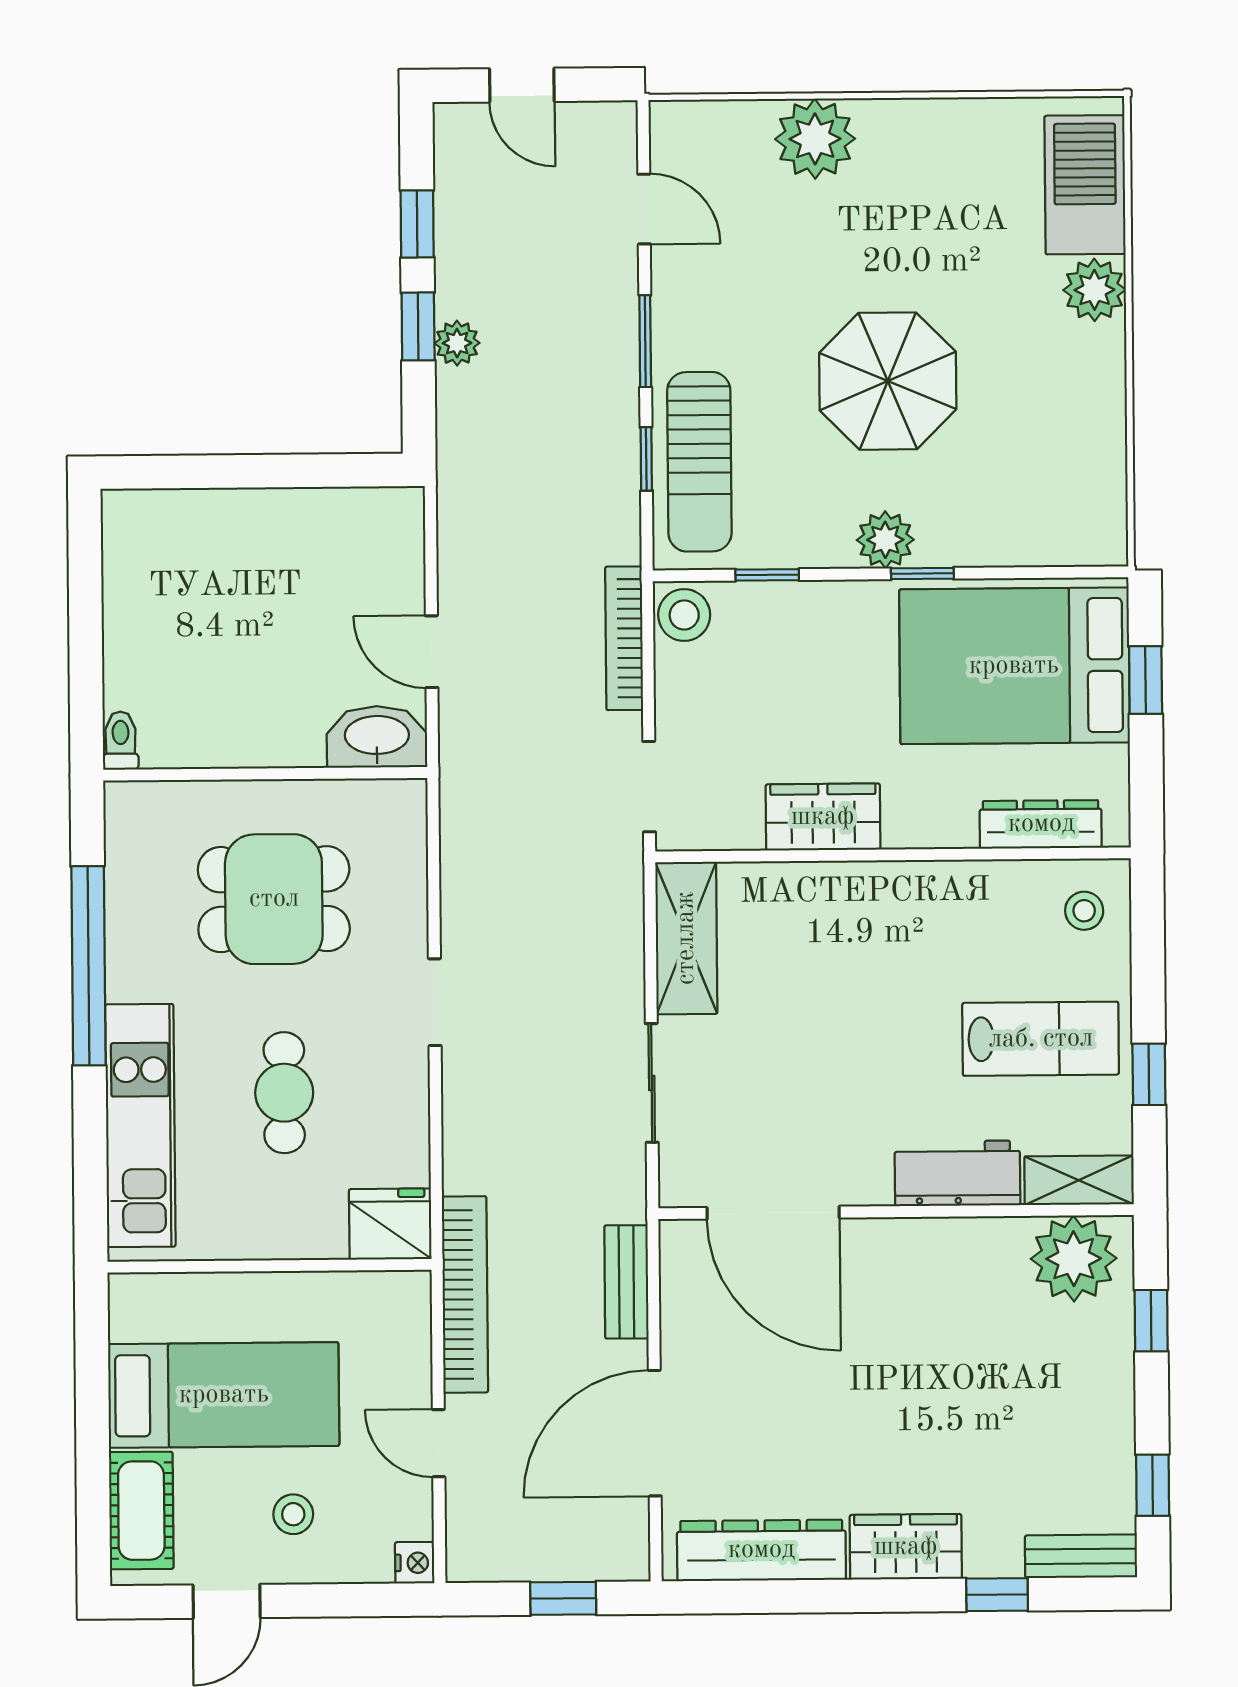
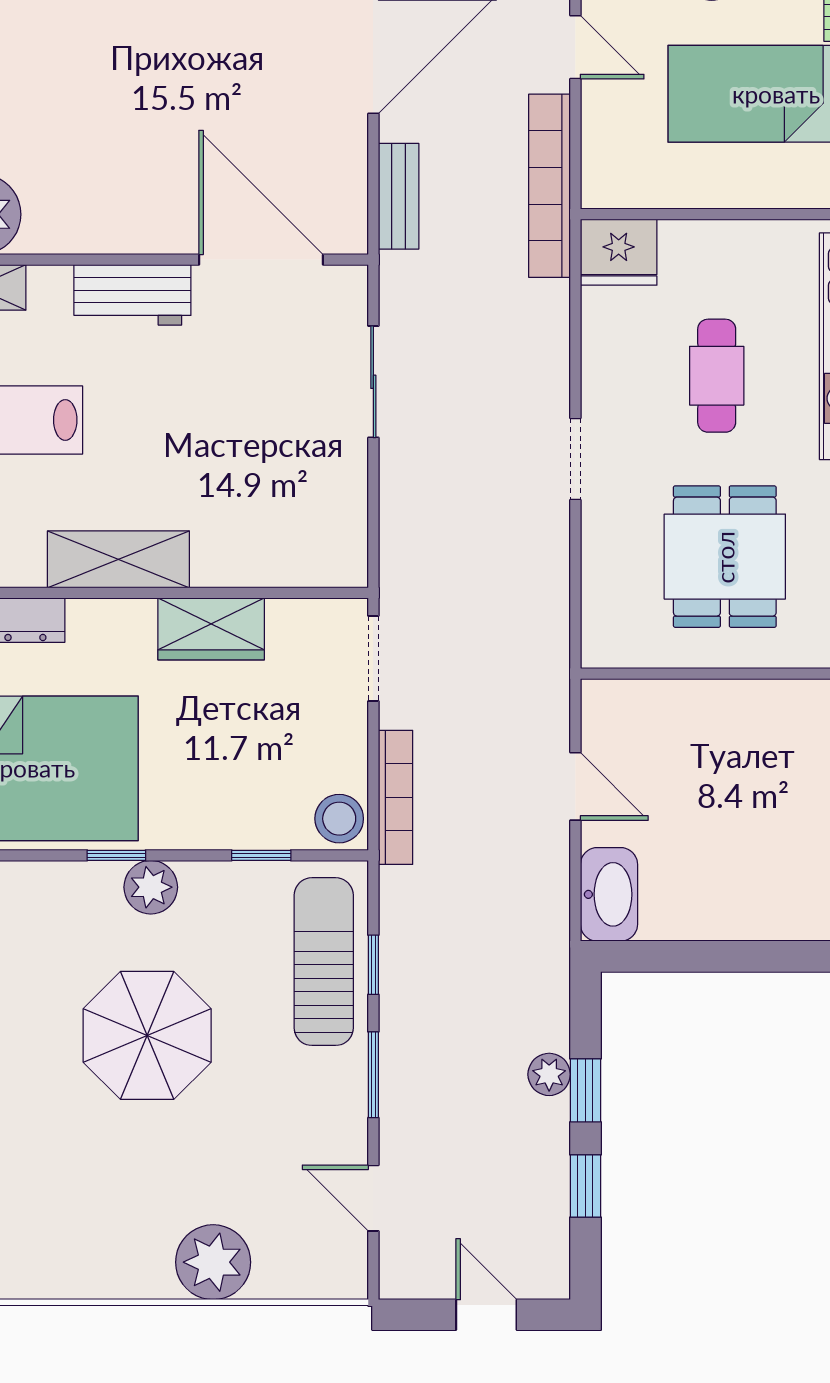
washbasin: (377, 737) -> (609, 894), moved, turned -90
dining table: (274, 899) -> (725, 557), turned 90
shelving: (686, 938) -> (118, 559), moved, turned 90
workbench: (957, 1173) -> (132, 295), moved

